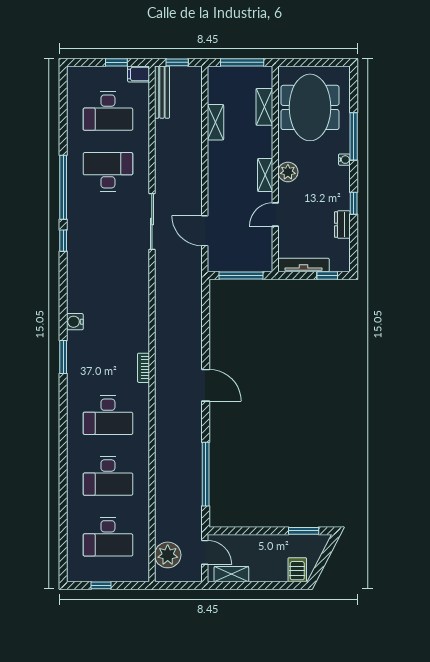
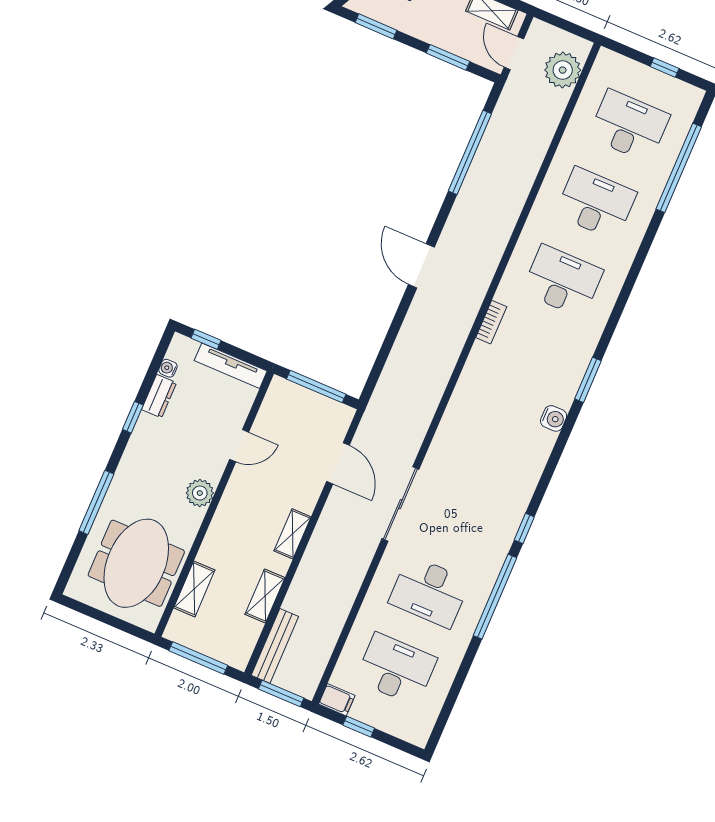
window: (177, 62) -> (281, 693), width x1.50
bench: (162, 92) -> (275, 646), moved
water cooler: (344, 160) -> (168, 368), moved
shelving: (265, 175) -> (292, 534), moved
window: (63, 523) -> (679, 168), added
window: (247, 531) -> (448, 57), added

